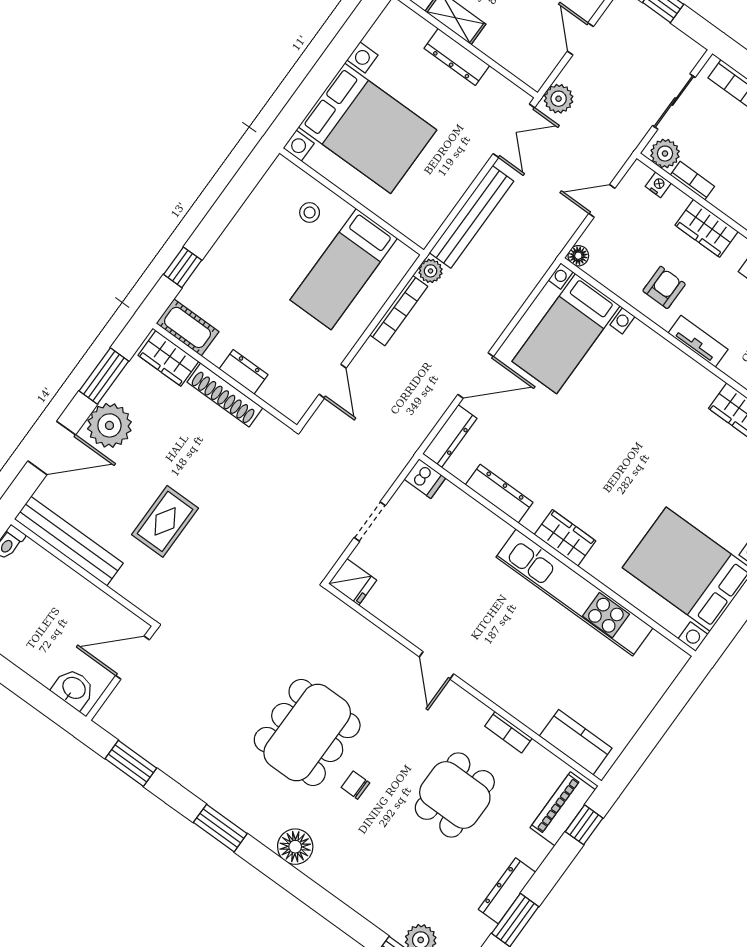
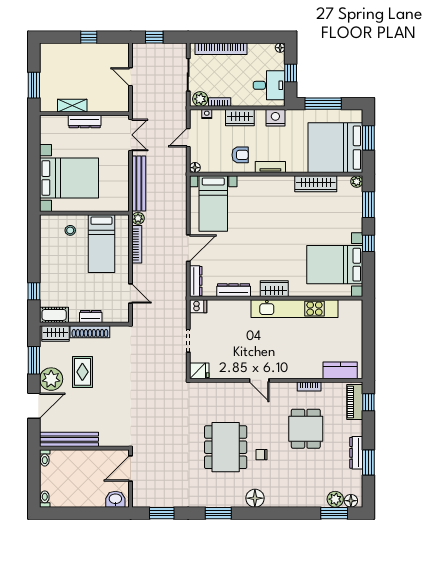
plant: (559, 99) -> (139, 108), removed
armchair: (664, 287) -> (240, 155), turned 90
rug: (165, 521) -> (82, 372), moved

